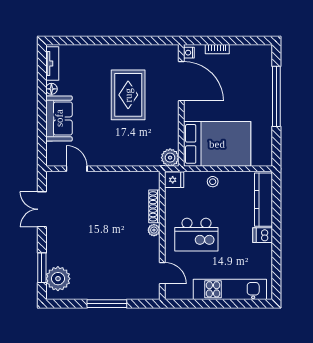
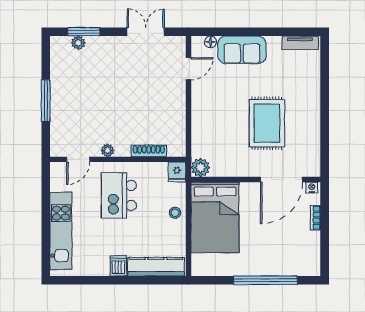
floor lamp: (51, 89) -> (211, 42), moved
rug: (128, 95) -> (267, 123), turned 90
plant: (154, 230) -> (108, 150), moved
plant: (58, 279) -> (78, 43), width x0.53, depth x0.53

